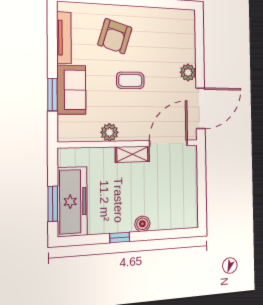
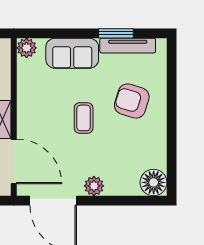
floor lamp: (184, 20) -> (154, 182), added
window: (52, 95) -> (116, 33), moved
plant: (109, 132) -> (27, 48), moved

